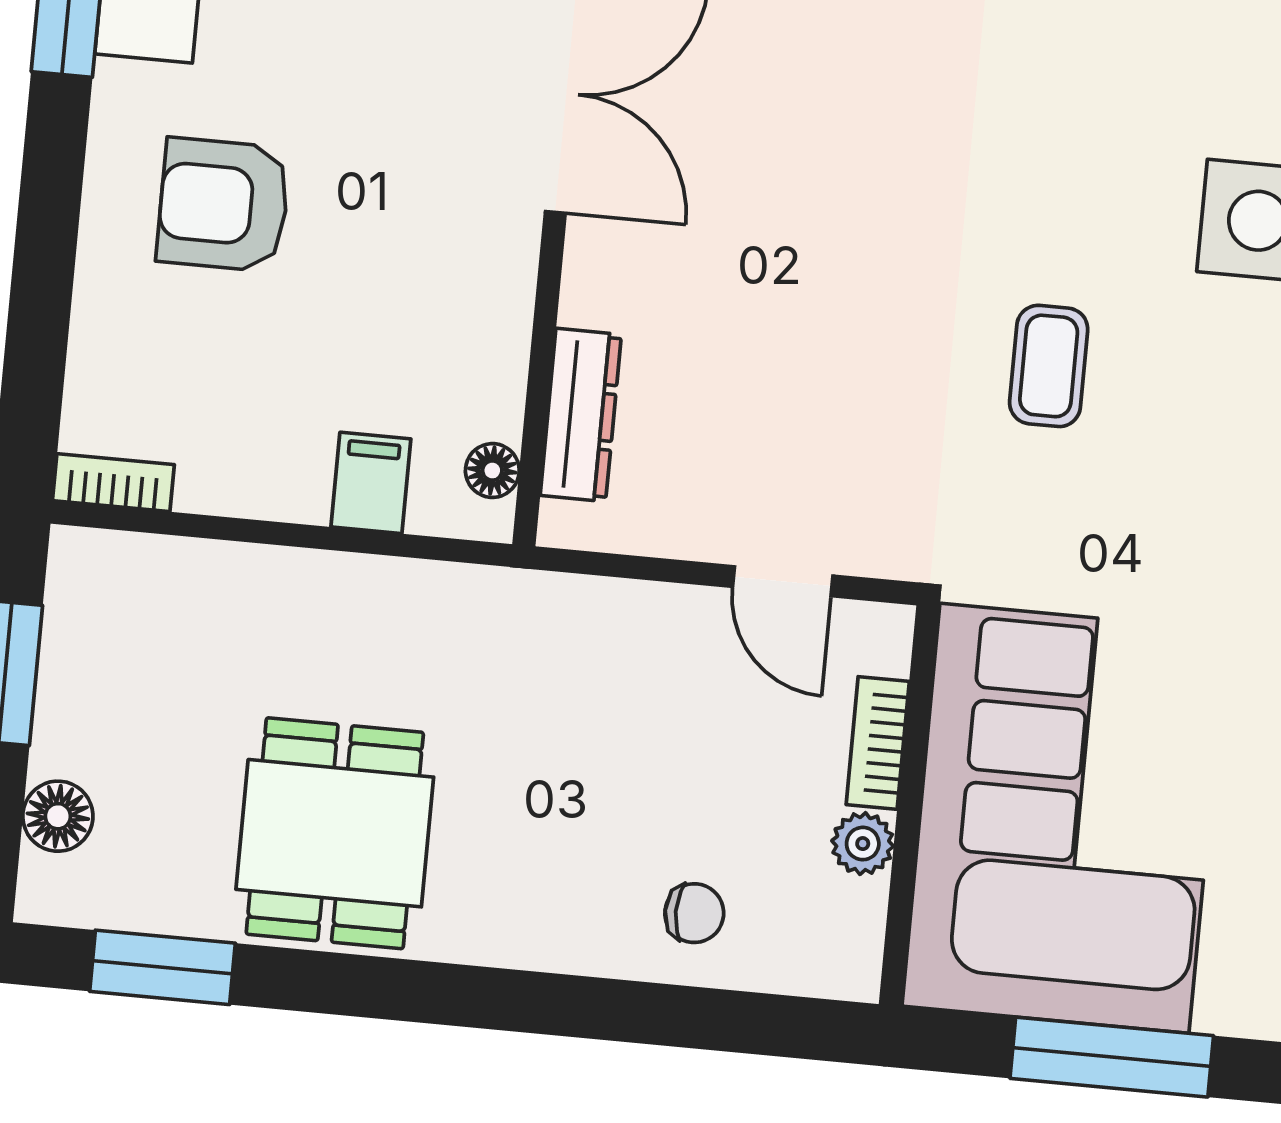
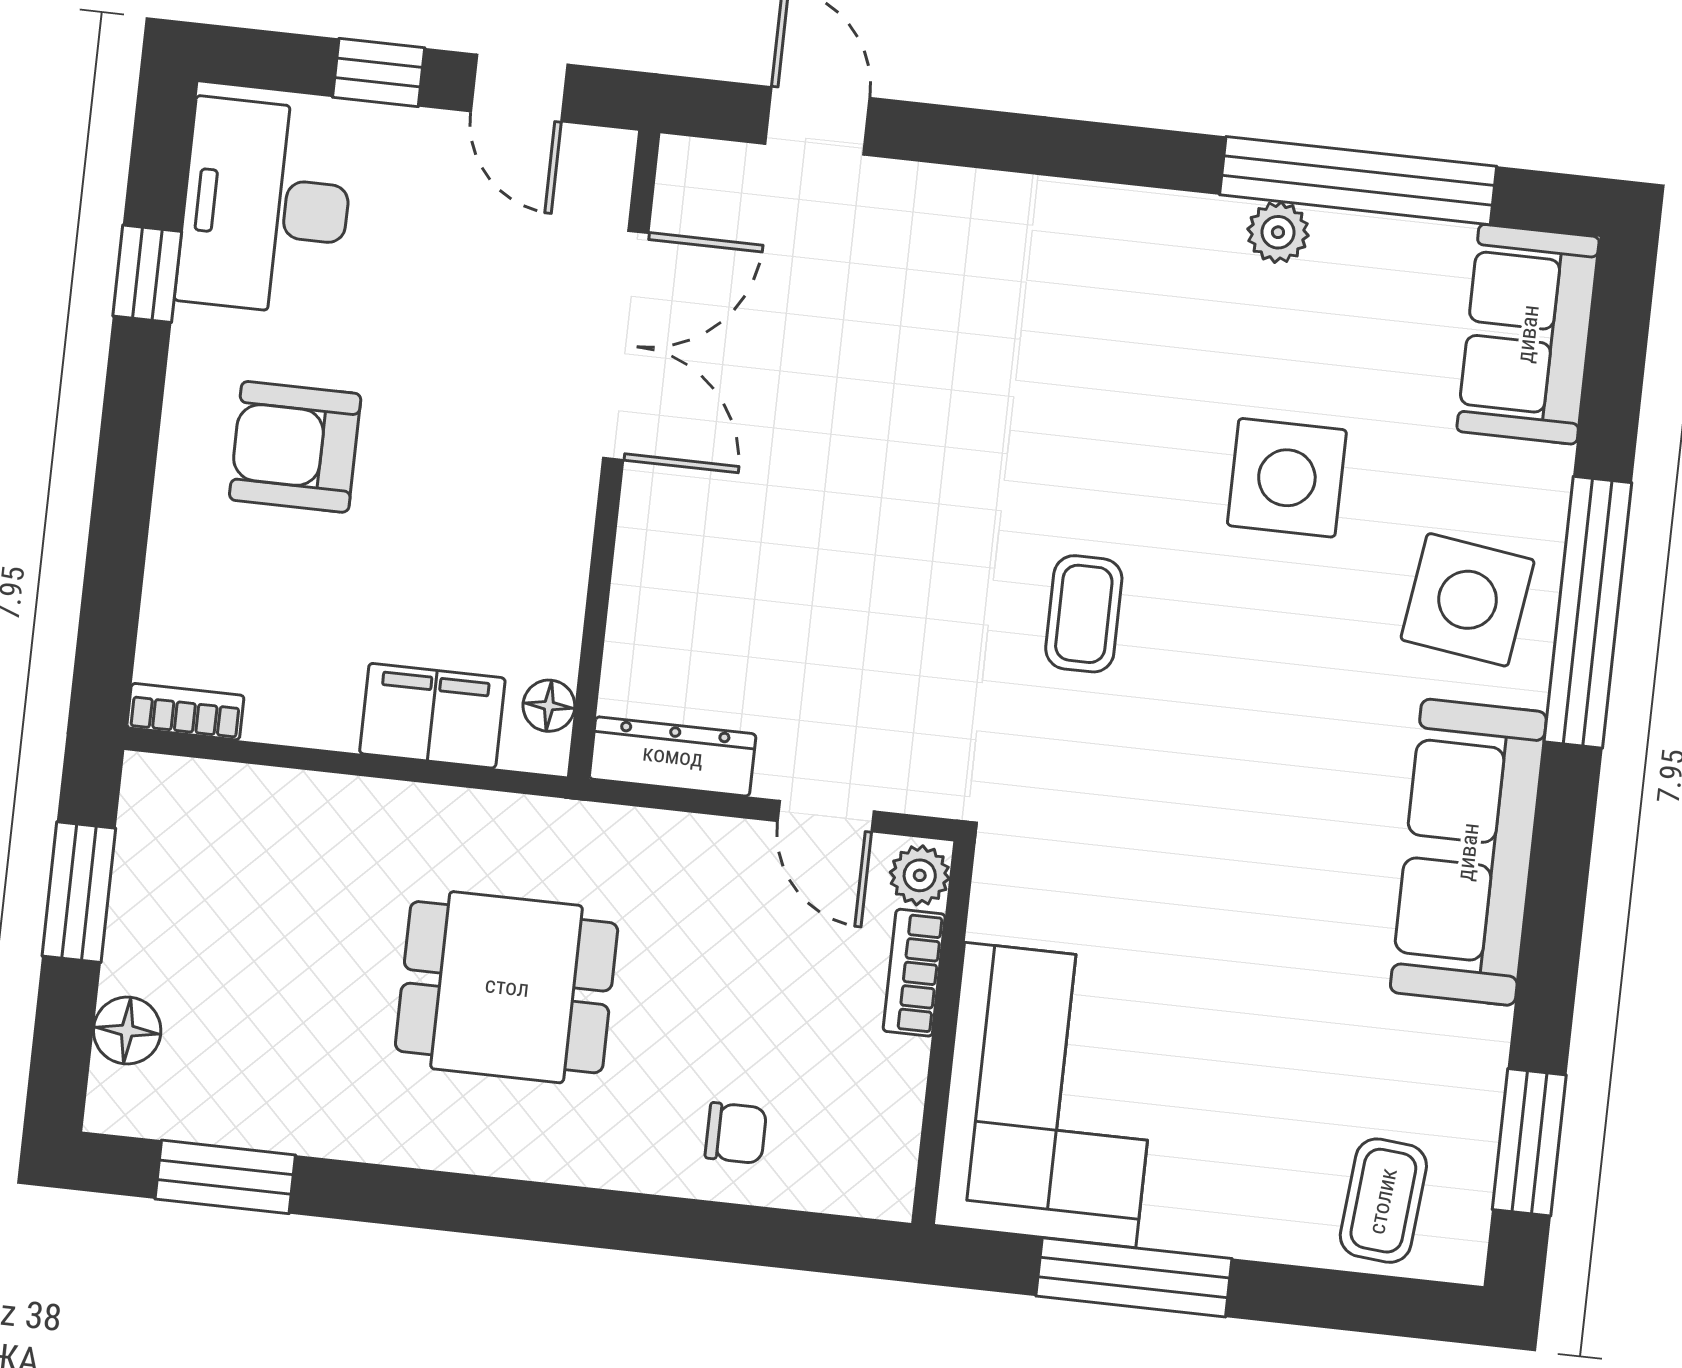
dresser: (581, 415) -> (673, 756), moved, turned -90
filing cabinet: (371, 483) -> (432, 716), width x2.00
corner sofa: (1064, 818) -> (1050, 1095), width x0.73, depth x0.74
dining table: (335, 833) -> (507, 987), moved, turned 90
plant: (863, 844) -> (920, 875), moved

